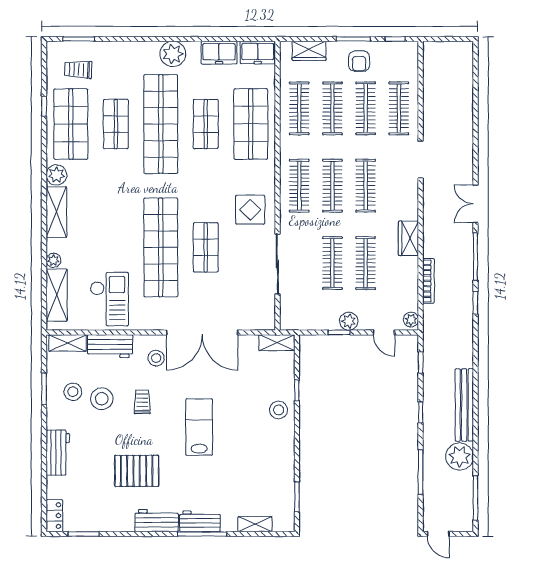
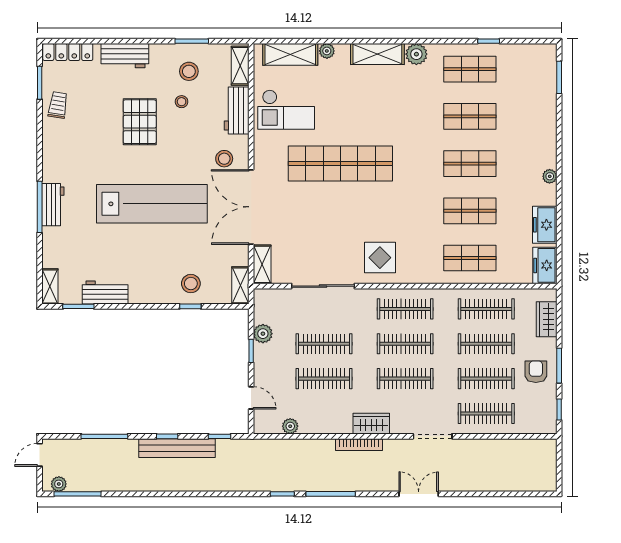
plant: (173, 54) -> (550, 176), width x0.53, depth x0.53
armchair: (359, 61) -> (536, 372), turned 90
trolley: (78, 70) -> (527, 77), removed
shop shelf: (71, 124) -> (470, 69), width x0.70, depth x0.74
shop shelf: (161, 124) -> (470, 164), width x0.50, depth x0.74
shop shelf: (251, 124) -> (470, 258), width x0.70, depth x0.74
double door: (475, 204) -> (419, 494), moved
wardrobe: (408, 238) -> (371, 424), moved
shop shelf: (206, 247) -> (340, 211), removed
bookcase: (428, 281) -> (359, 445), moved
plant: (411, 320) -> (290, 426), moved
plant: (349, 321) -> (263, 334), moved
shelving: (257, 322) -> (262, 264), added
door: (384, 332) -> (251, 398), swing flipped
stool: (102, 399) -> (182, 102), width x0.53, depth x0.53
trolley: (142, 402) -> (58, 105), moved, turned -81
bench: (464, 405) -> (177, 448), moved
stool: (279, 410) -> (191, 284), moved
lab bench: (199, 427) -> (152, 204), width x1.86, depth x1.39
plant: (460, 457) -> (59, 484), moved, width x0.53, depth x0.53
pallet: (137, 471) -> (140, 122), moved
locker: (54, 516) -> (68, 52), width x1.53
workbench: (157, 521) -> (105, 292), moved, turned -90
shelving: (255, 524) -> (50, 286), moved

